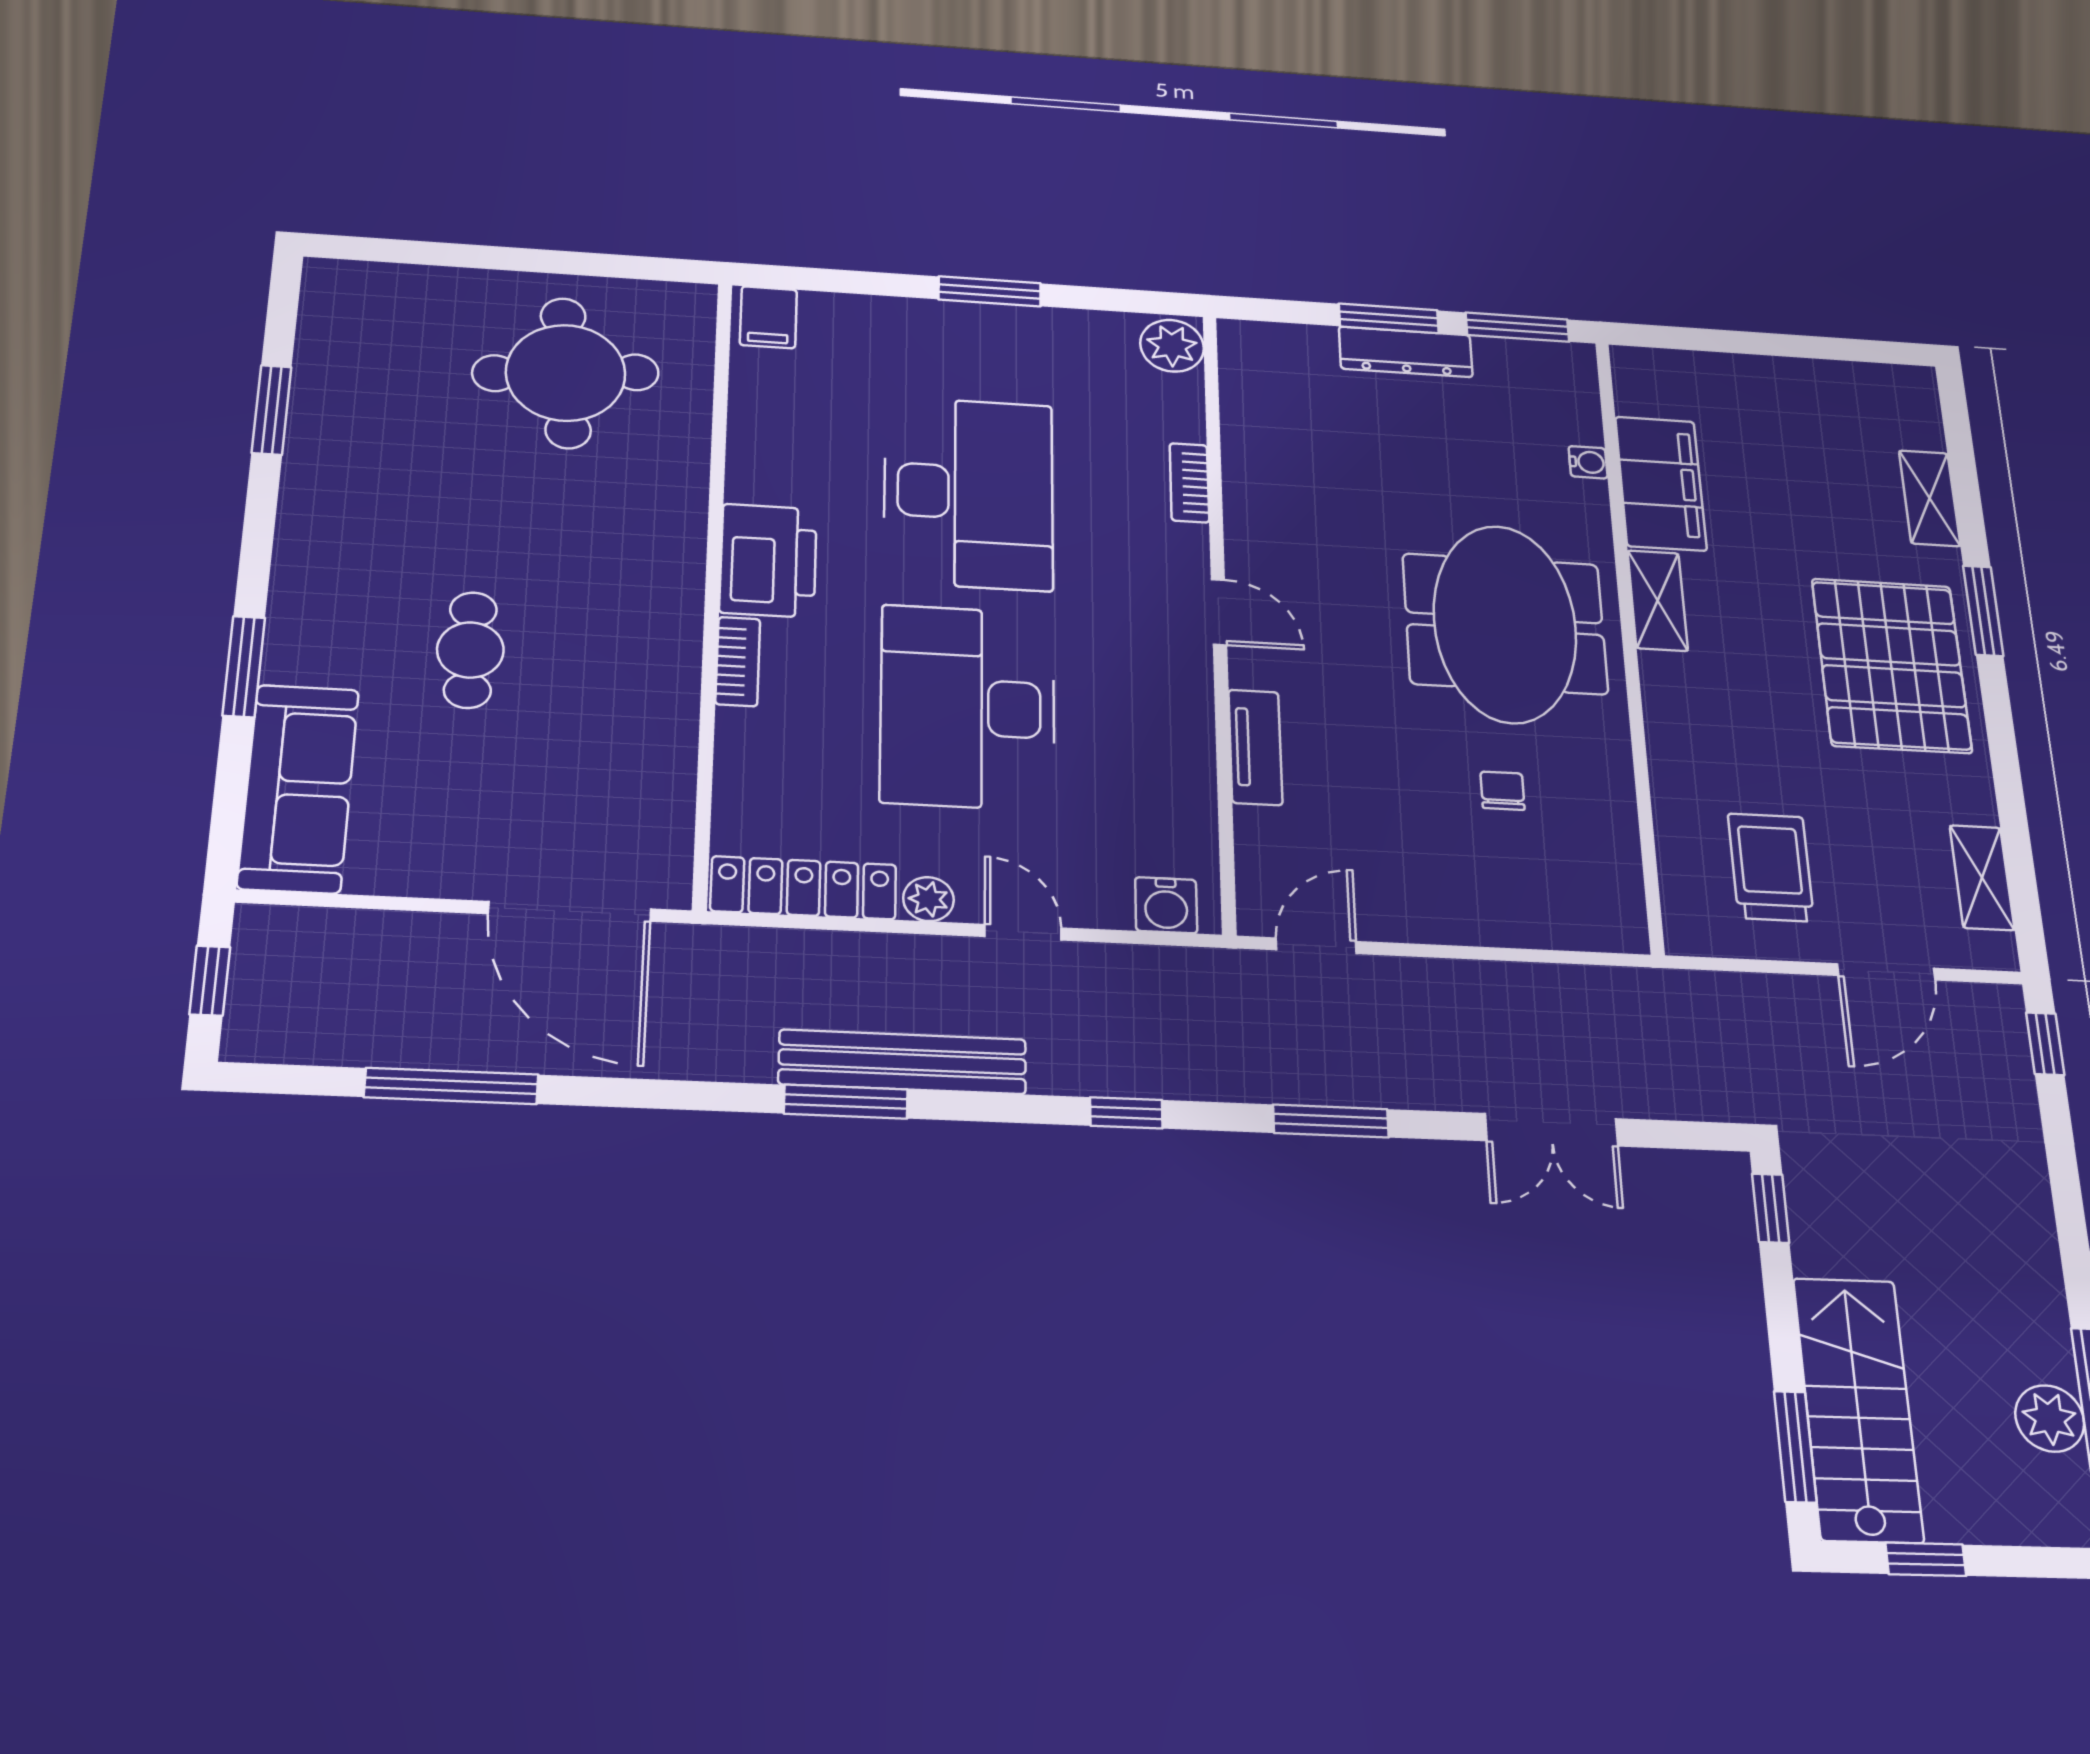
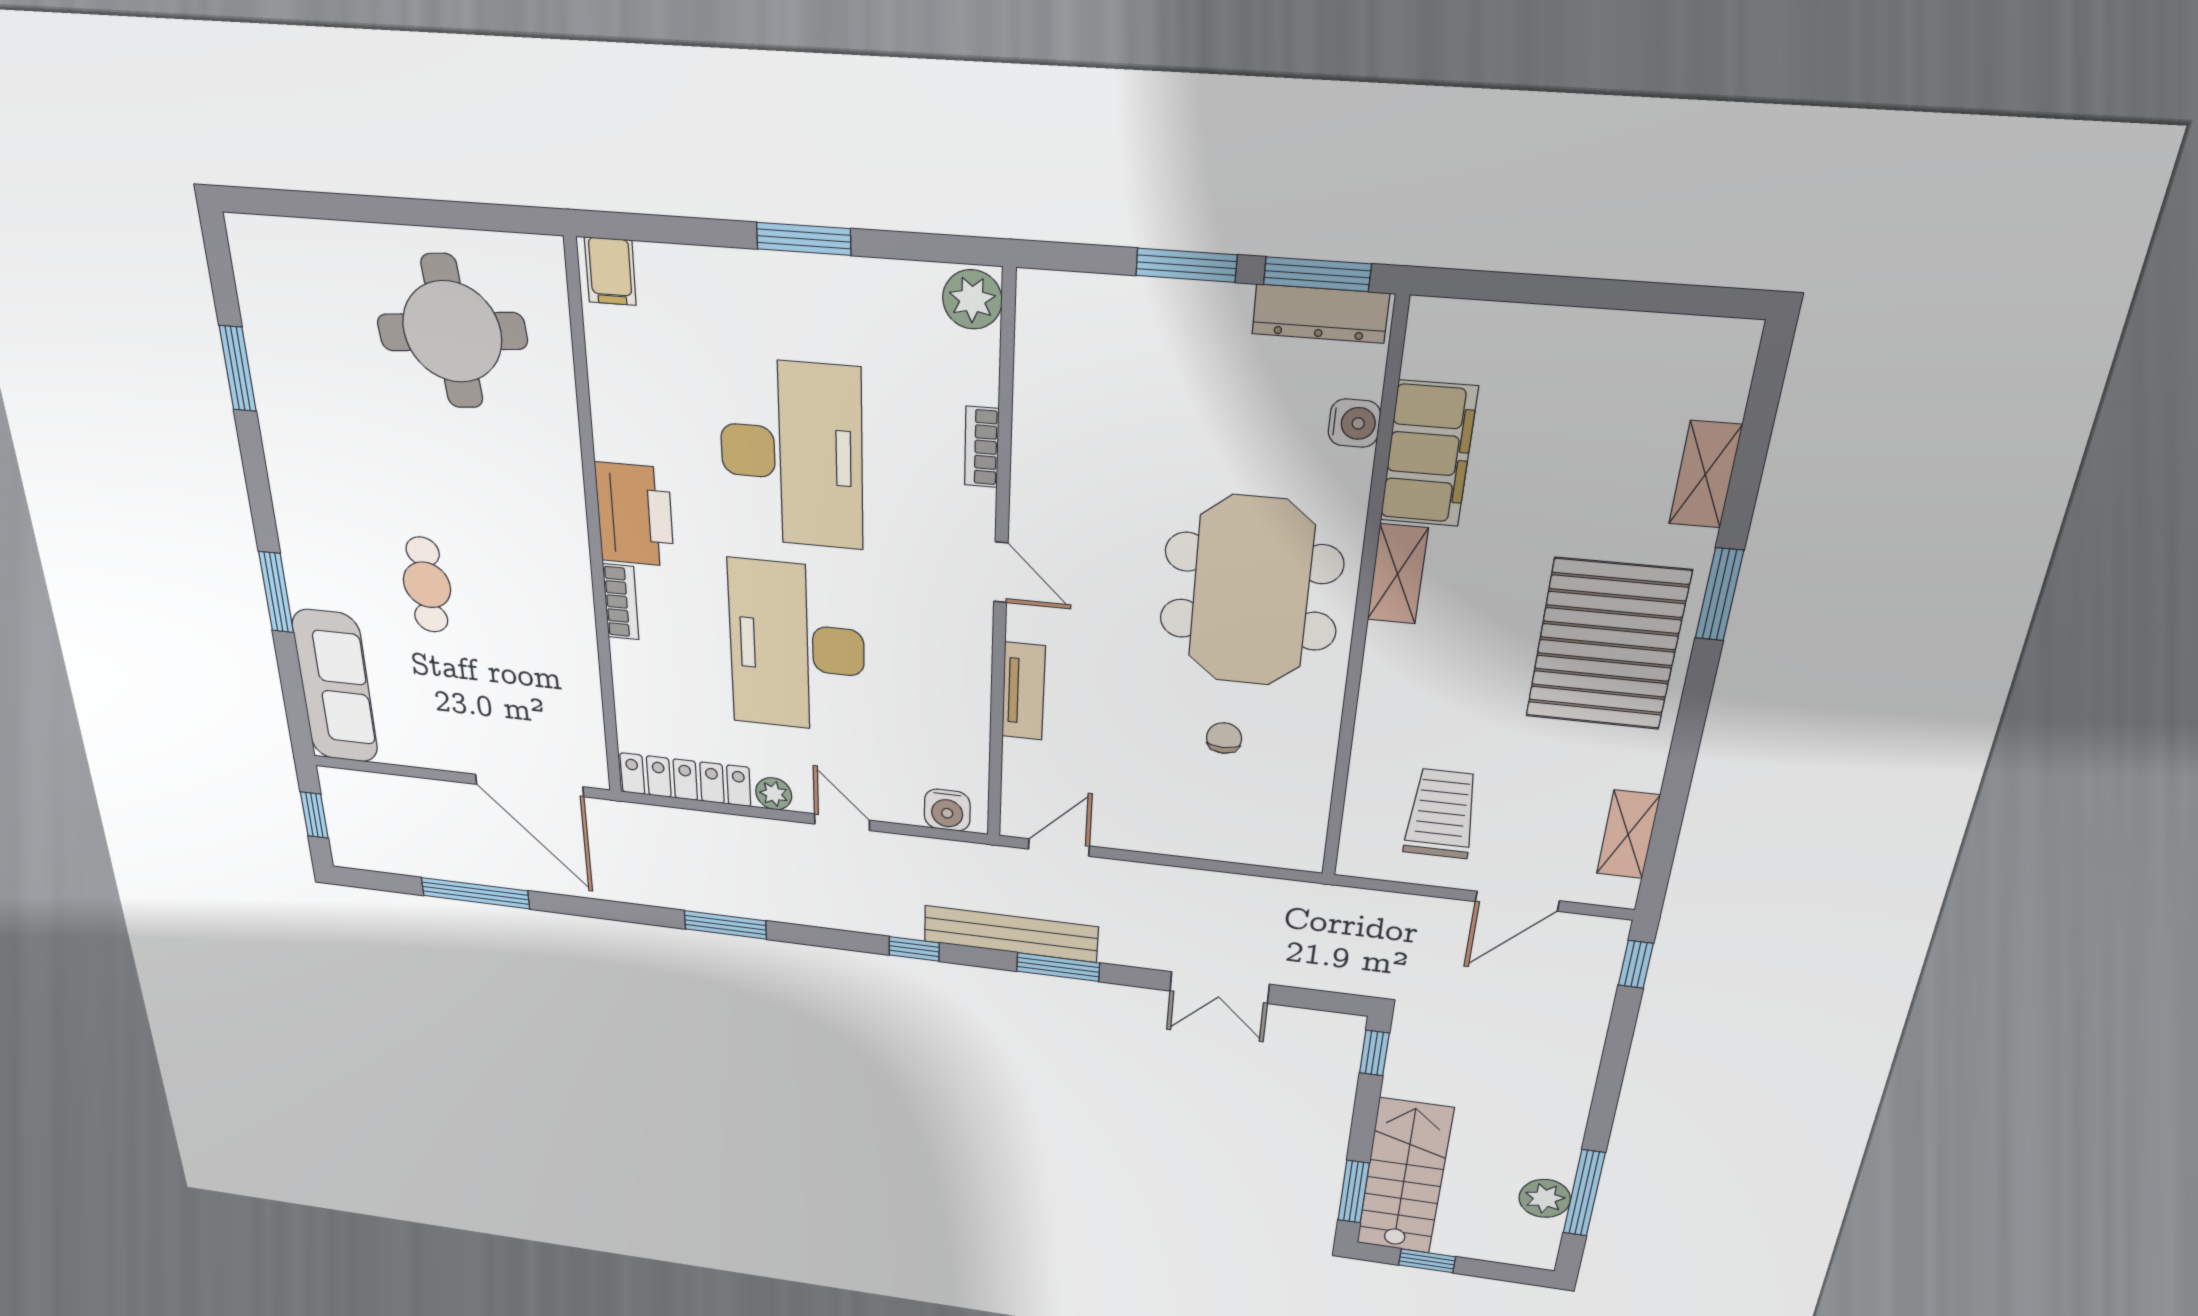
dresser: (1406, 352) -> (1320, 314), moved
water cooler: (1588, 462) -> (1354, 423), width x1.38, depth x1.38
bench: (903, 1062) -> (1011, 934), moved

